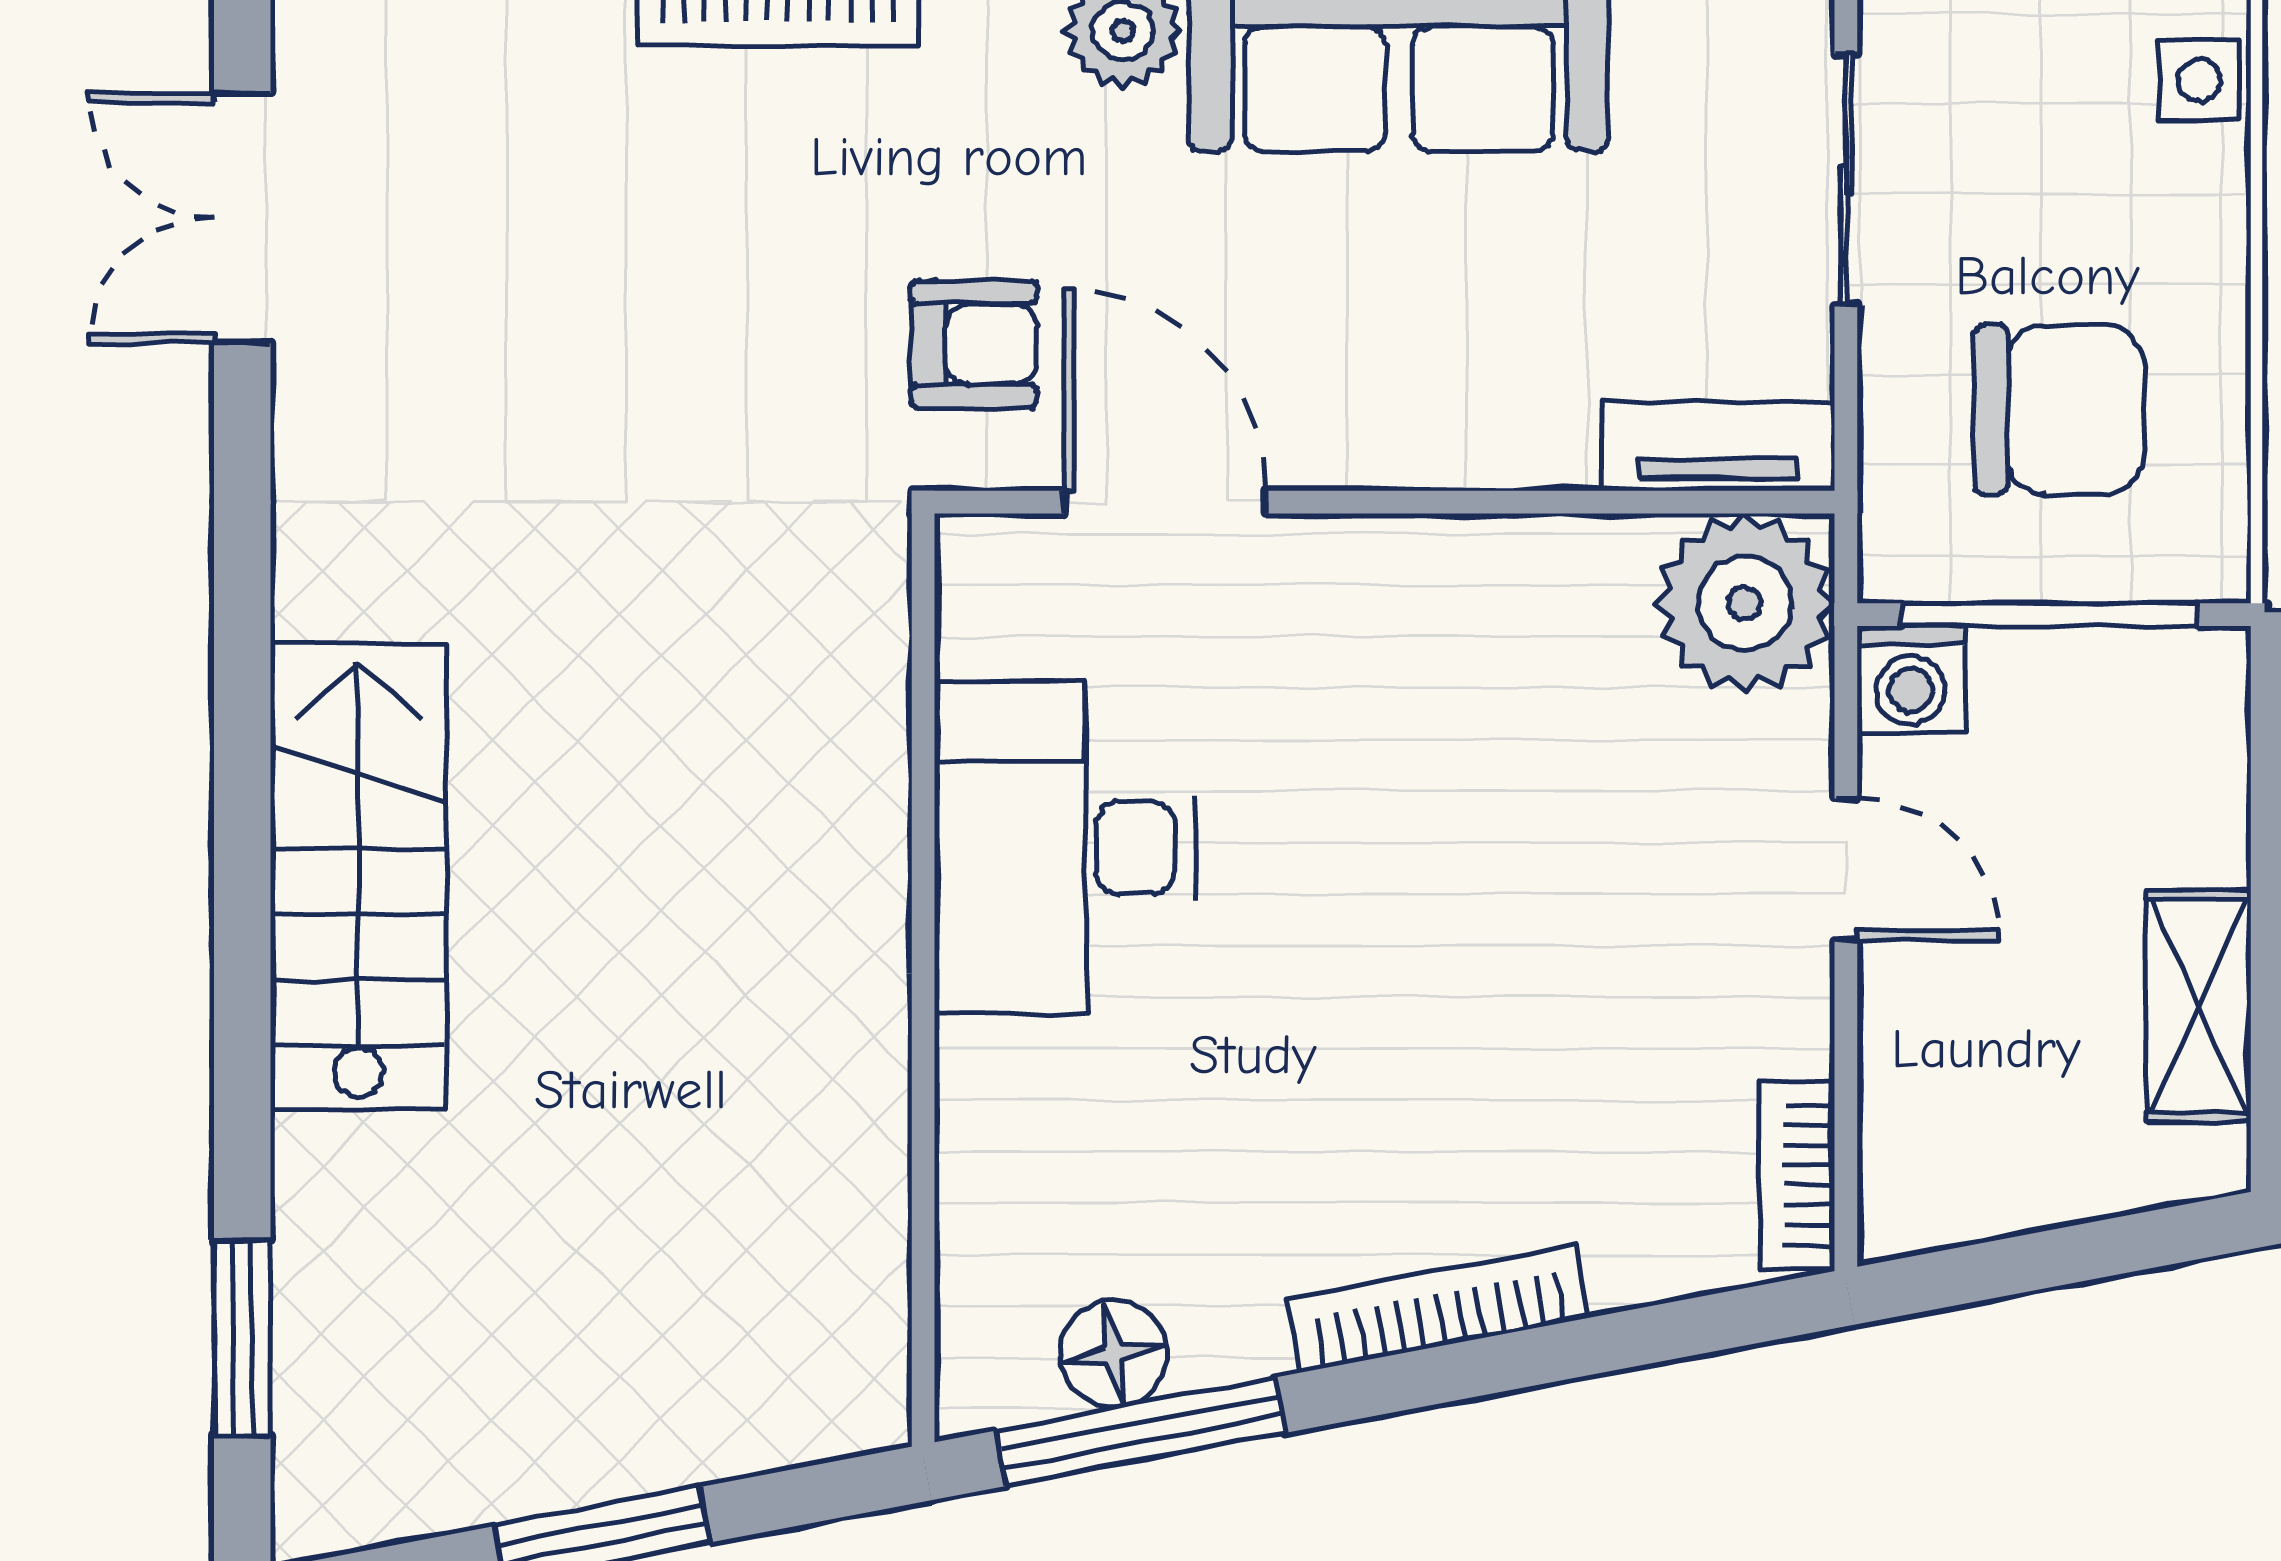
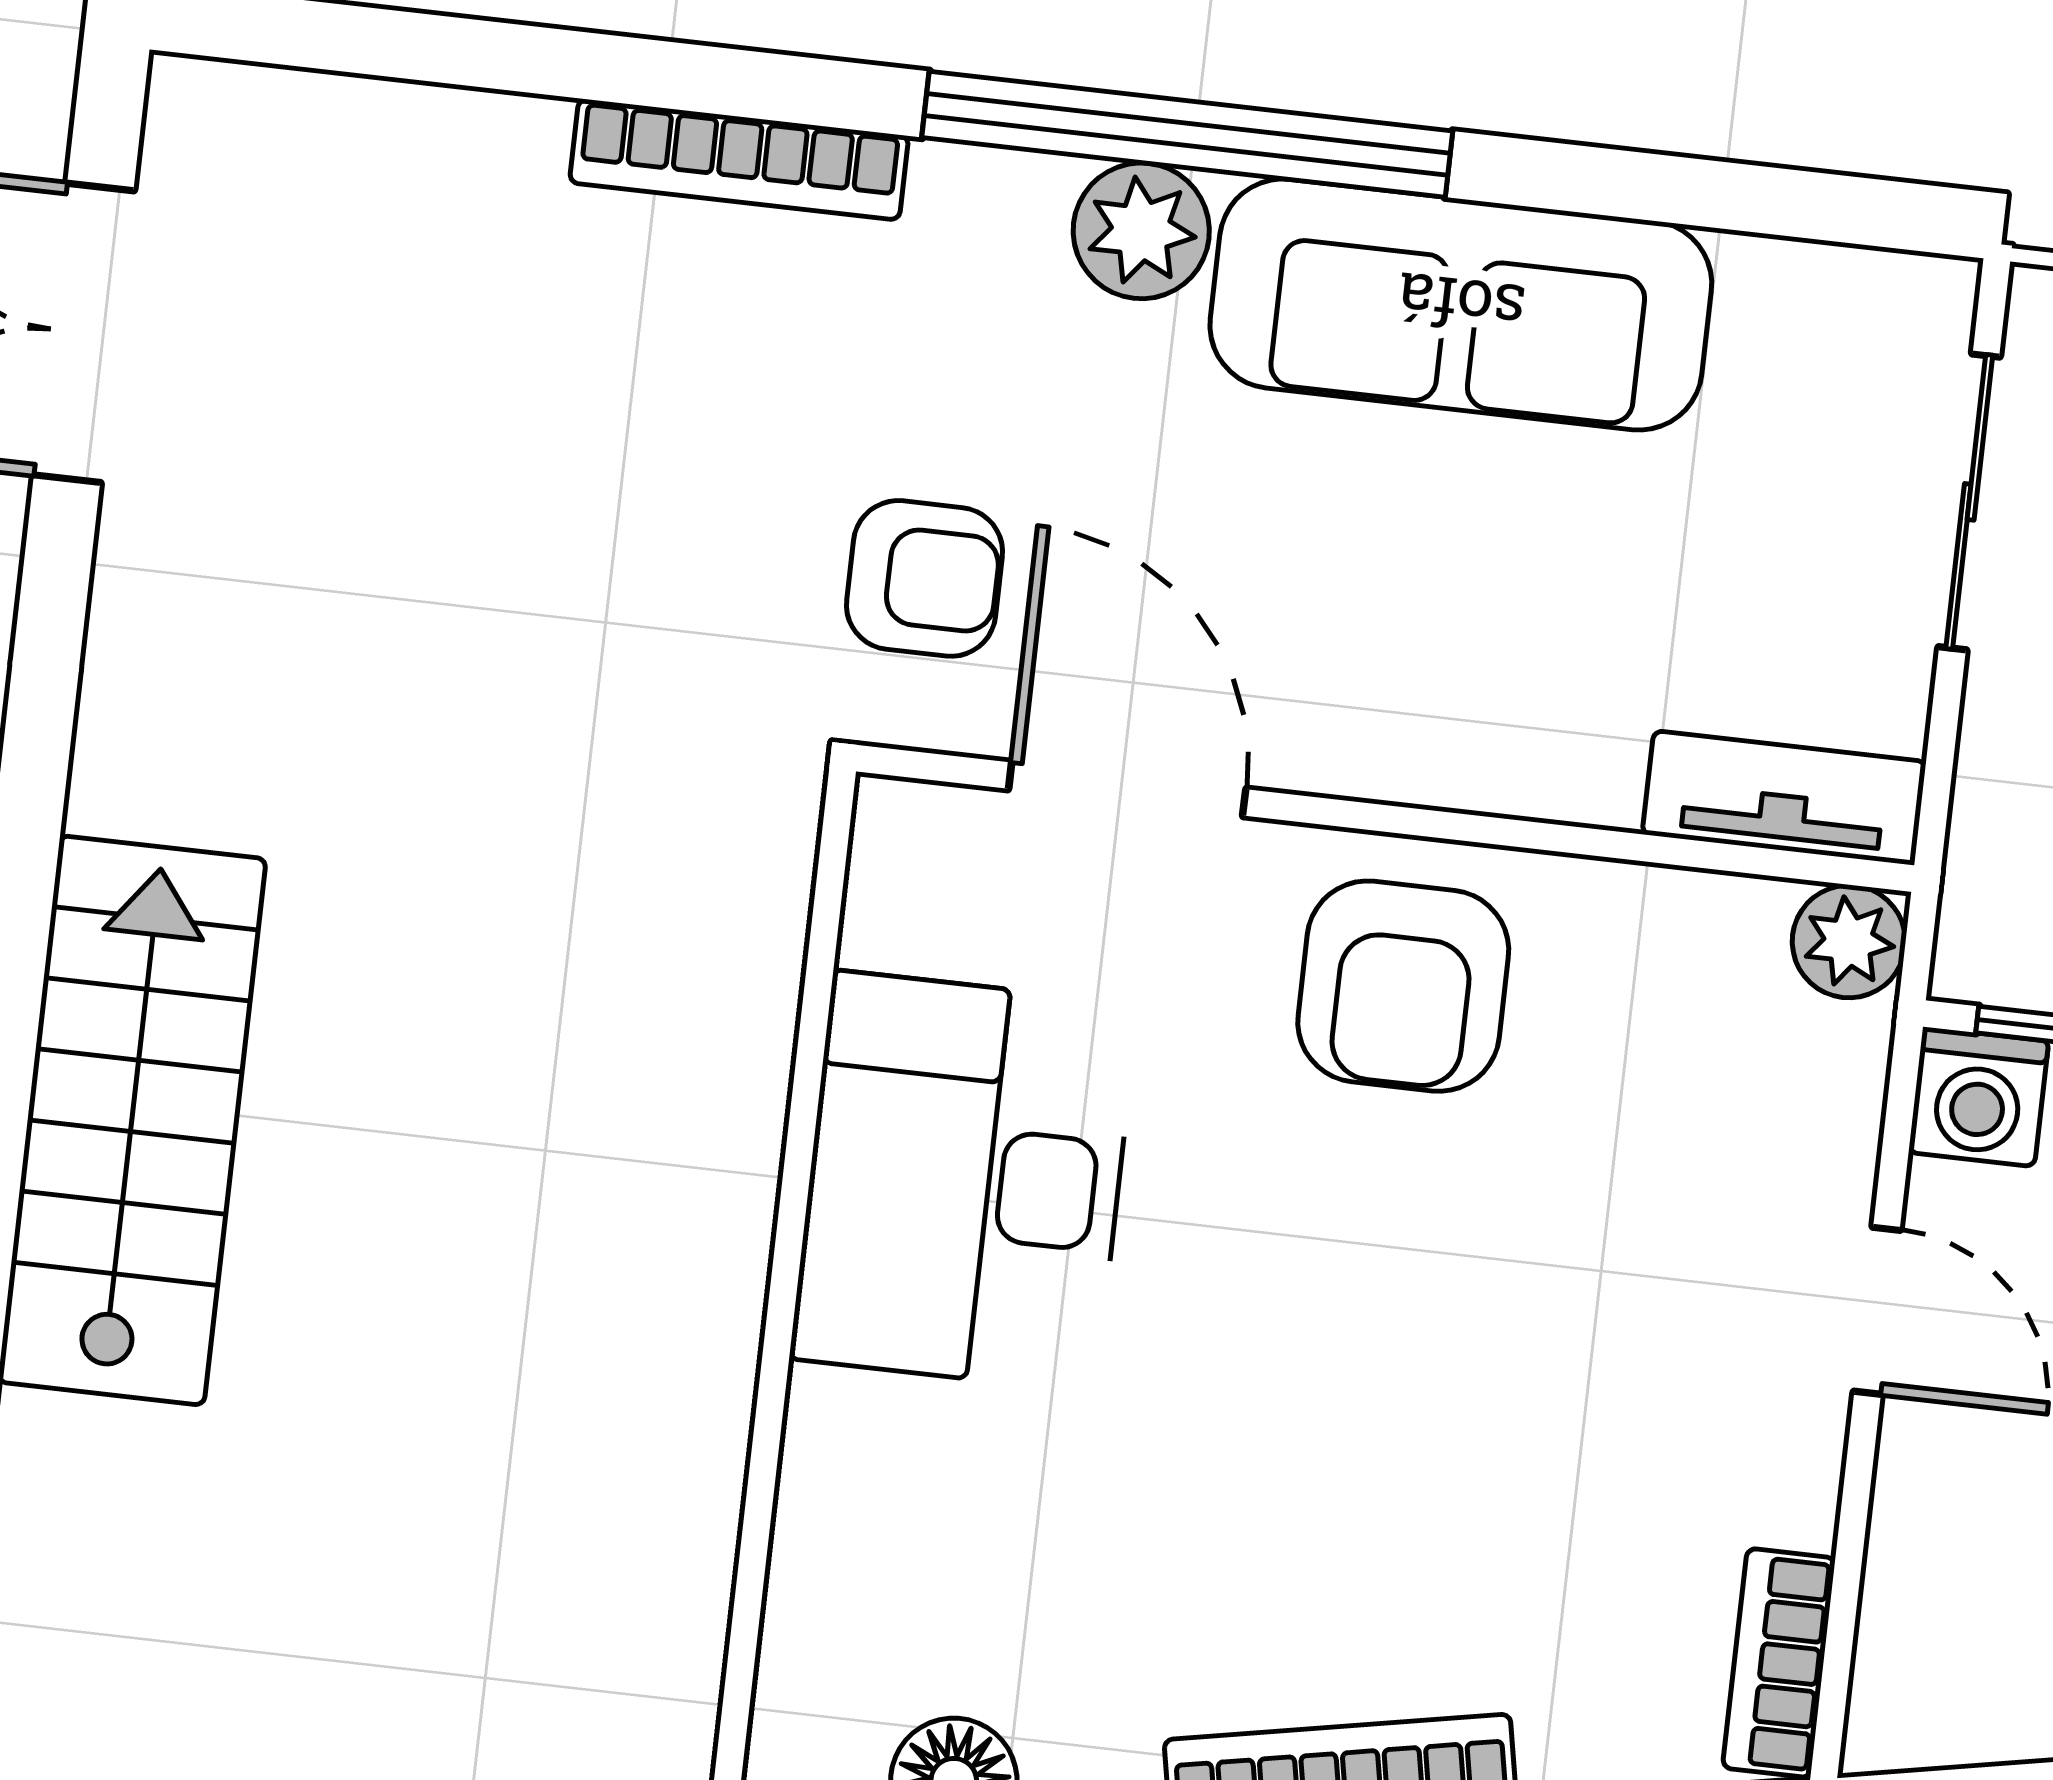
plant: (1745, 603) -> (1849, 941), width x0.53, depth x0.53
armchair: (1416, 641) -> (1403, 986), added

